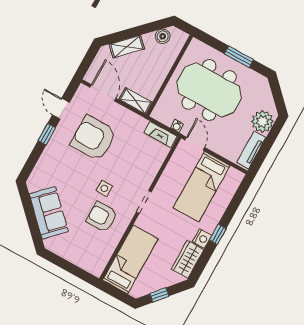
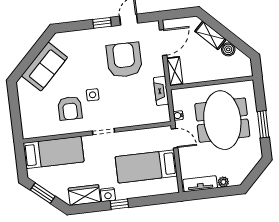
boiler: (163, 36) -> (228, 49), moved
plant: (262, 121) -> (223, 182), width x0.53, depth x0.53
fireplace: (161, 134) -> (161, 91), moved
door: (195, 144) -> (175, 138), hinge flipped
armchair: (102, 217) -> (70, 108), turned 180
window: (159, 295) -> (43, 193), width x1.50

